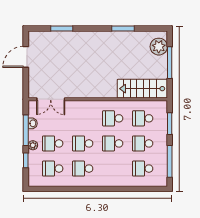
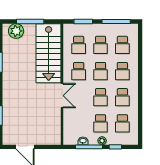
stairs: (142, 89) -> (49, 53), width x1.36, depth x1.51
double door: (51, 99) -> (62, 96), moved
school desk: (113, 169) -> (122, 71), added

